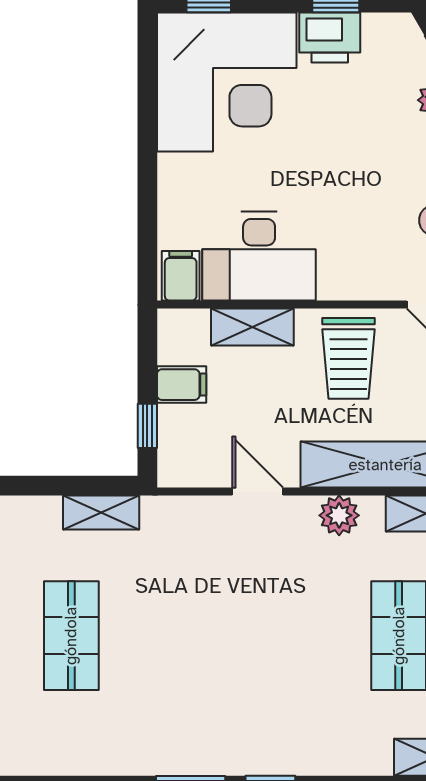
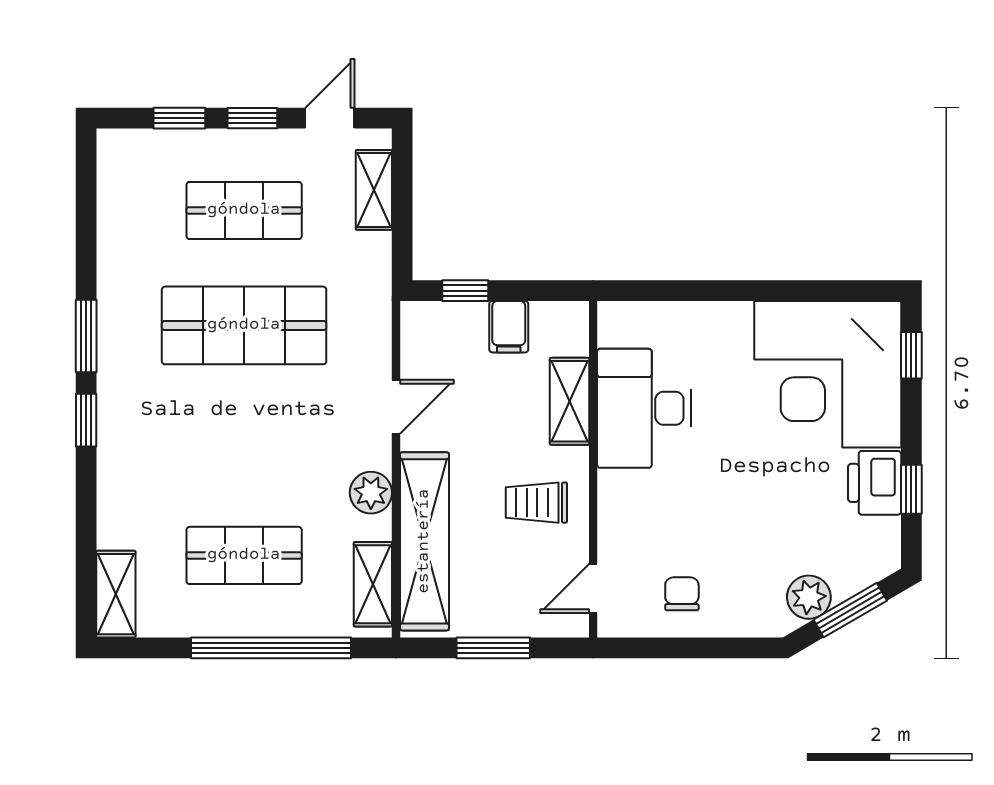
filing cabinet: (181, 276) -> (623, 326), removed
trolley: (348, 358) -> (536, 503), width x0.73, depth x0.72
shelving: (101, 513) -> (374, 190), moved
shop shelf: (181, 636) -> (244, 325), added

